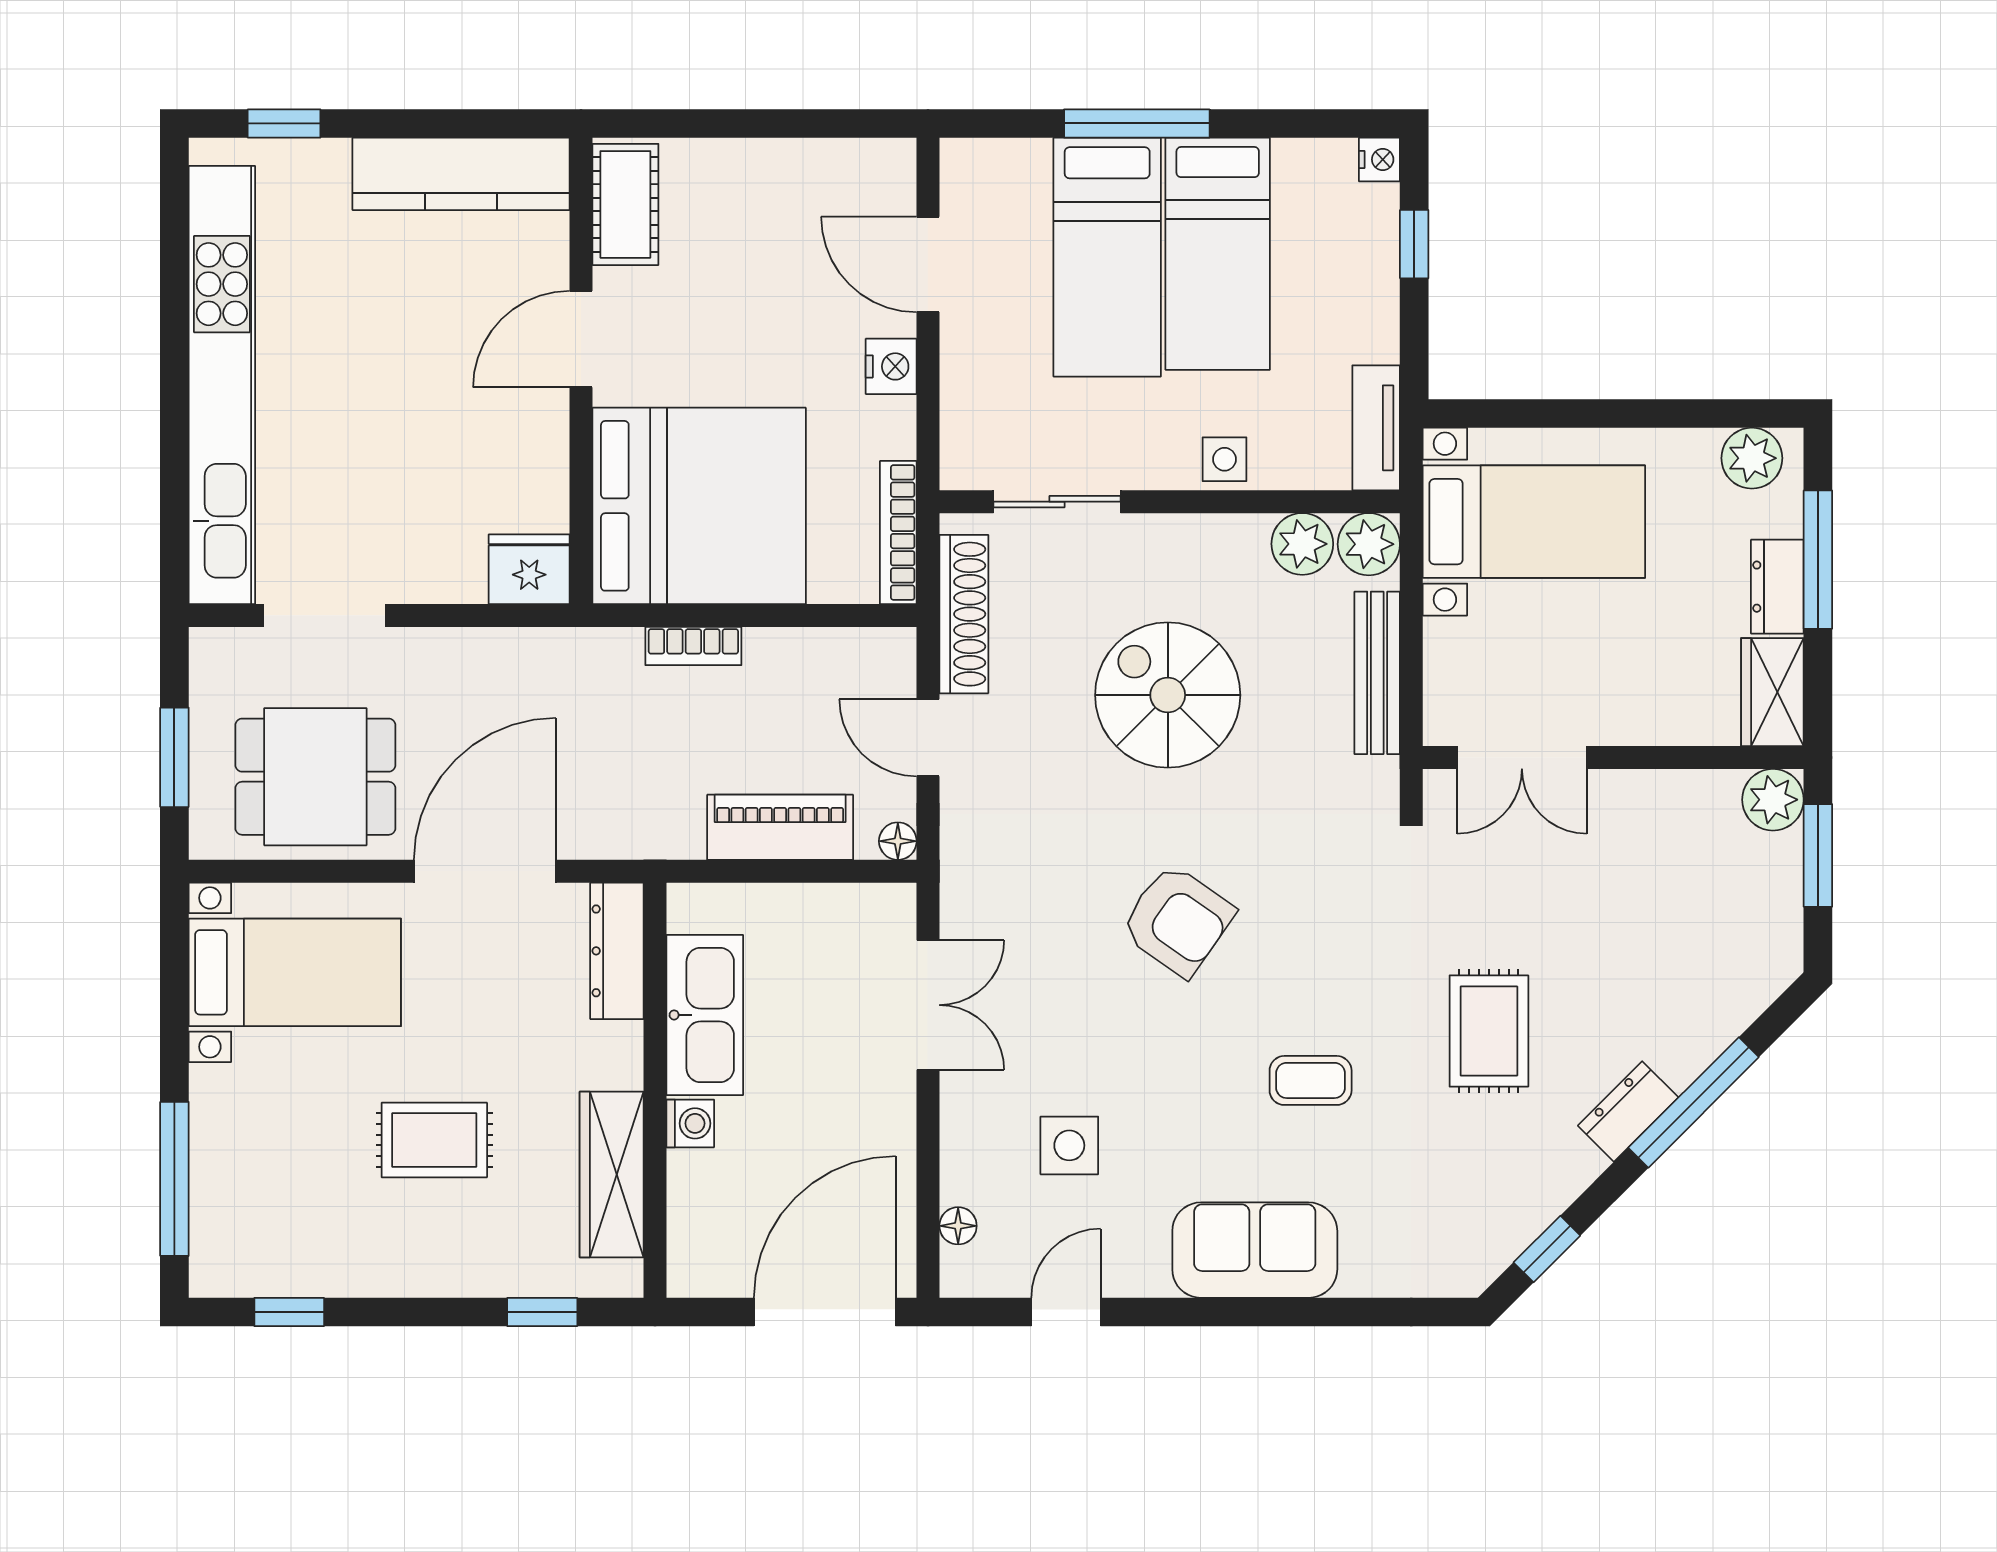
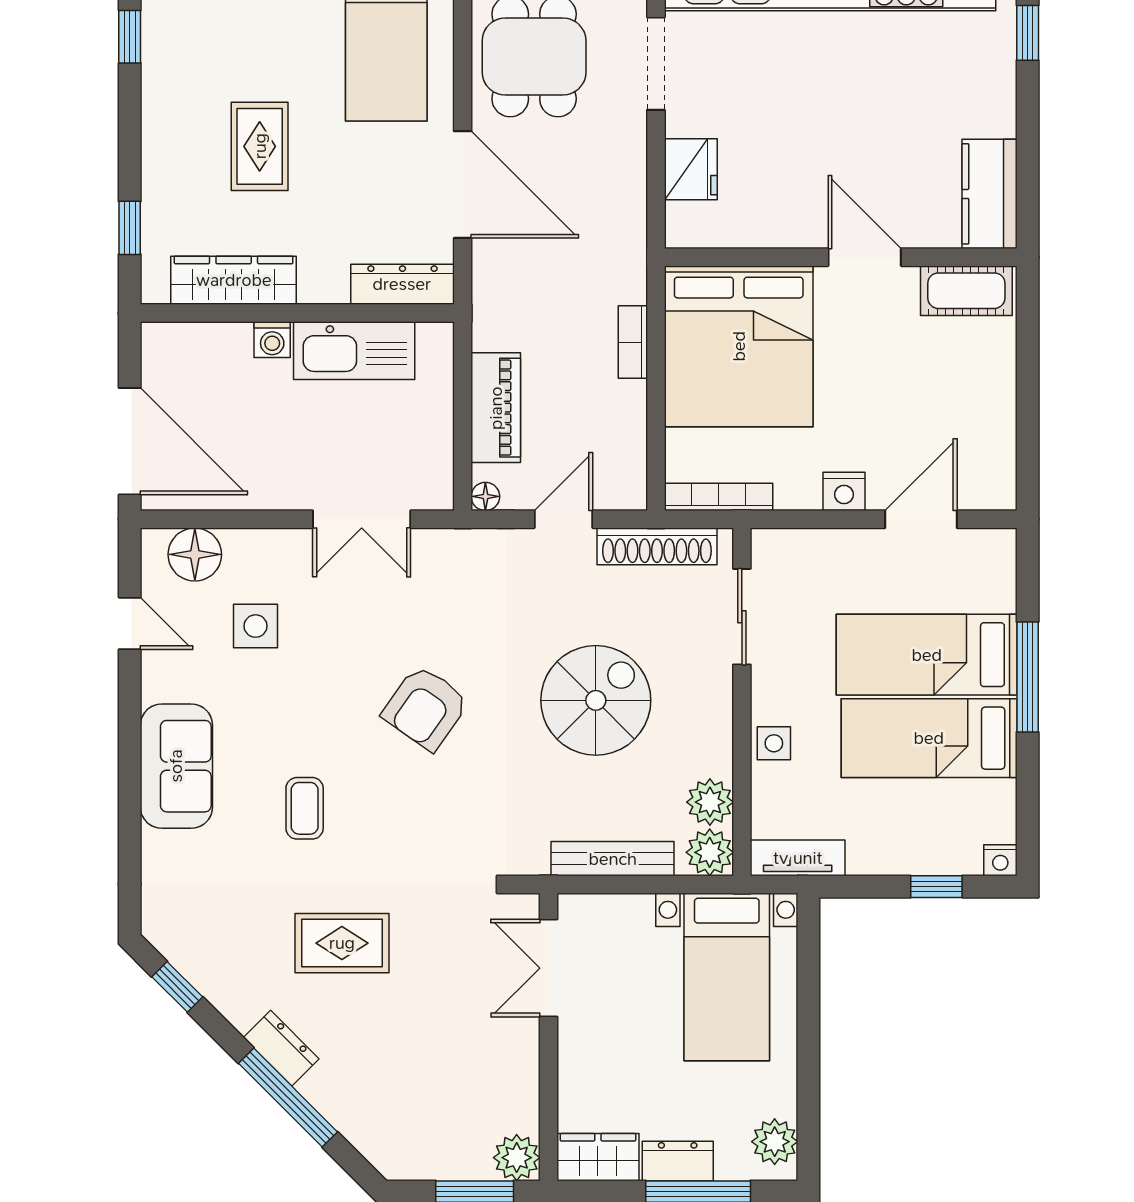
kitchen counter: (461, 174) -> (989, 194), width x0.67
fridge: (529, 569) -> (691, 169), moved
floor lamp: (958, 1226) -> (195, 554), width x1.89, depth x1.89

